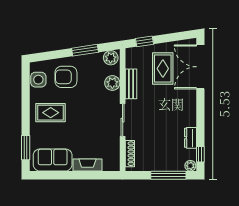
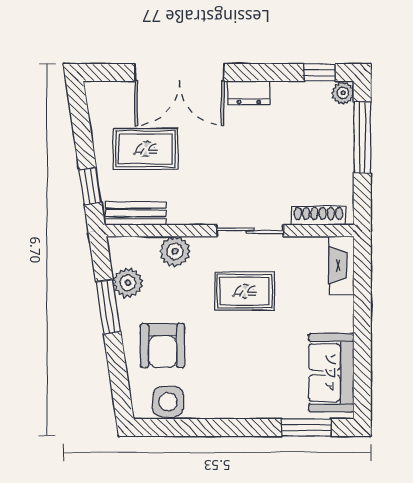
plant: (111, 58) -> (128, 283), moved
double door: (200, 67) -> (179, 73), moved
bench: (131, 84) -> (136, 213), moved
rug: (51, 113) -> (245, 291), moved, turned 90
dresser: (190, 138) -> (249, 93), moved
fireplace: (87, 165) -> (341, 265), moved

